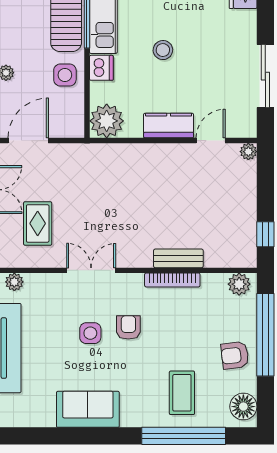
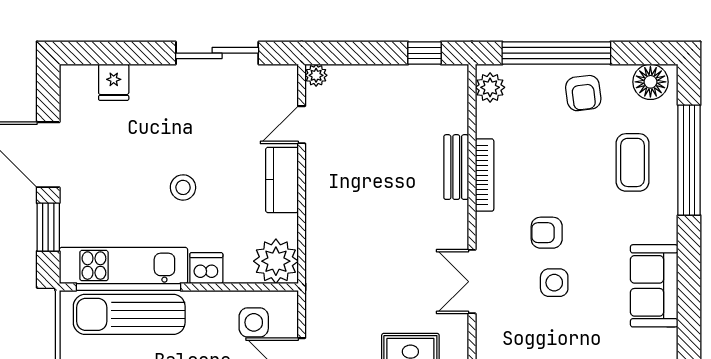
side table: (65, 75) -> (254, 322), moved
door: (211, 141) -> (302, 125), hinge flipped
coffee table: (182, 393) -> (632, 162), turned 90

